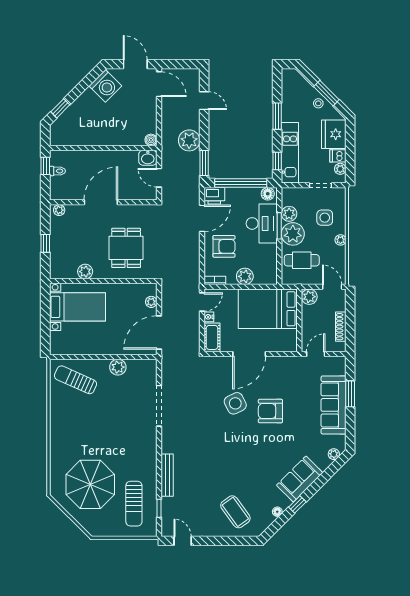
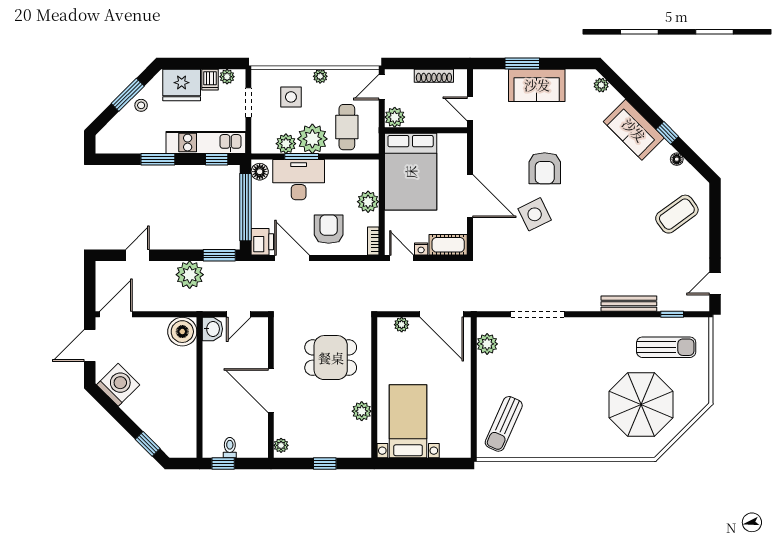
boiler: (151, 140) -> (182, 332), width x1.86, depth x1.86
plant: (118, 367) -> (487, 344), moved
sofa: (333, 405) -> (537, 85), width x0.73

